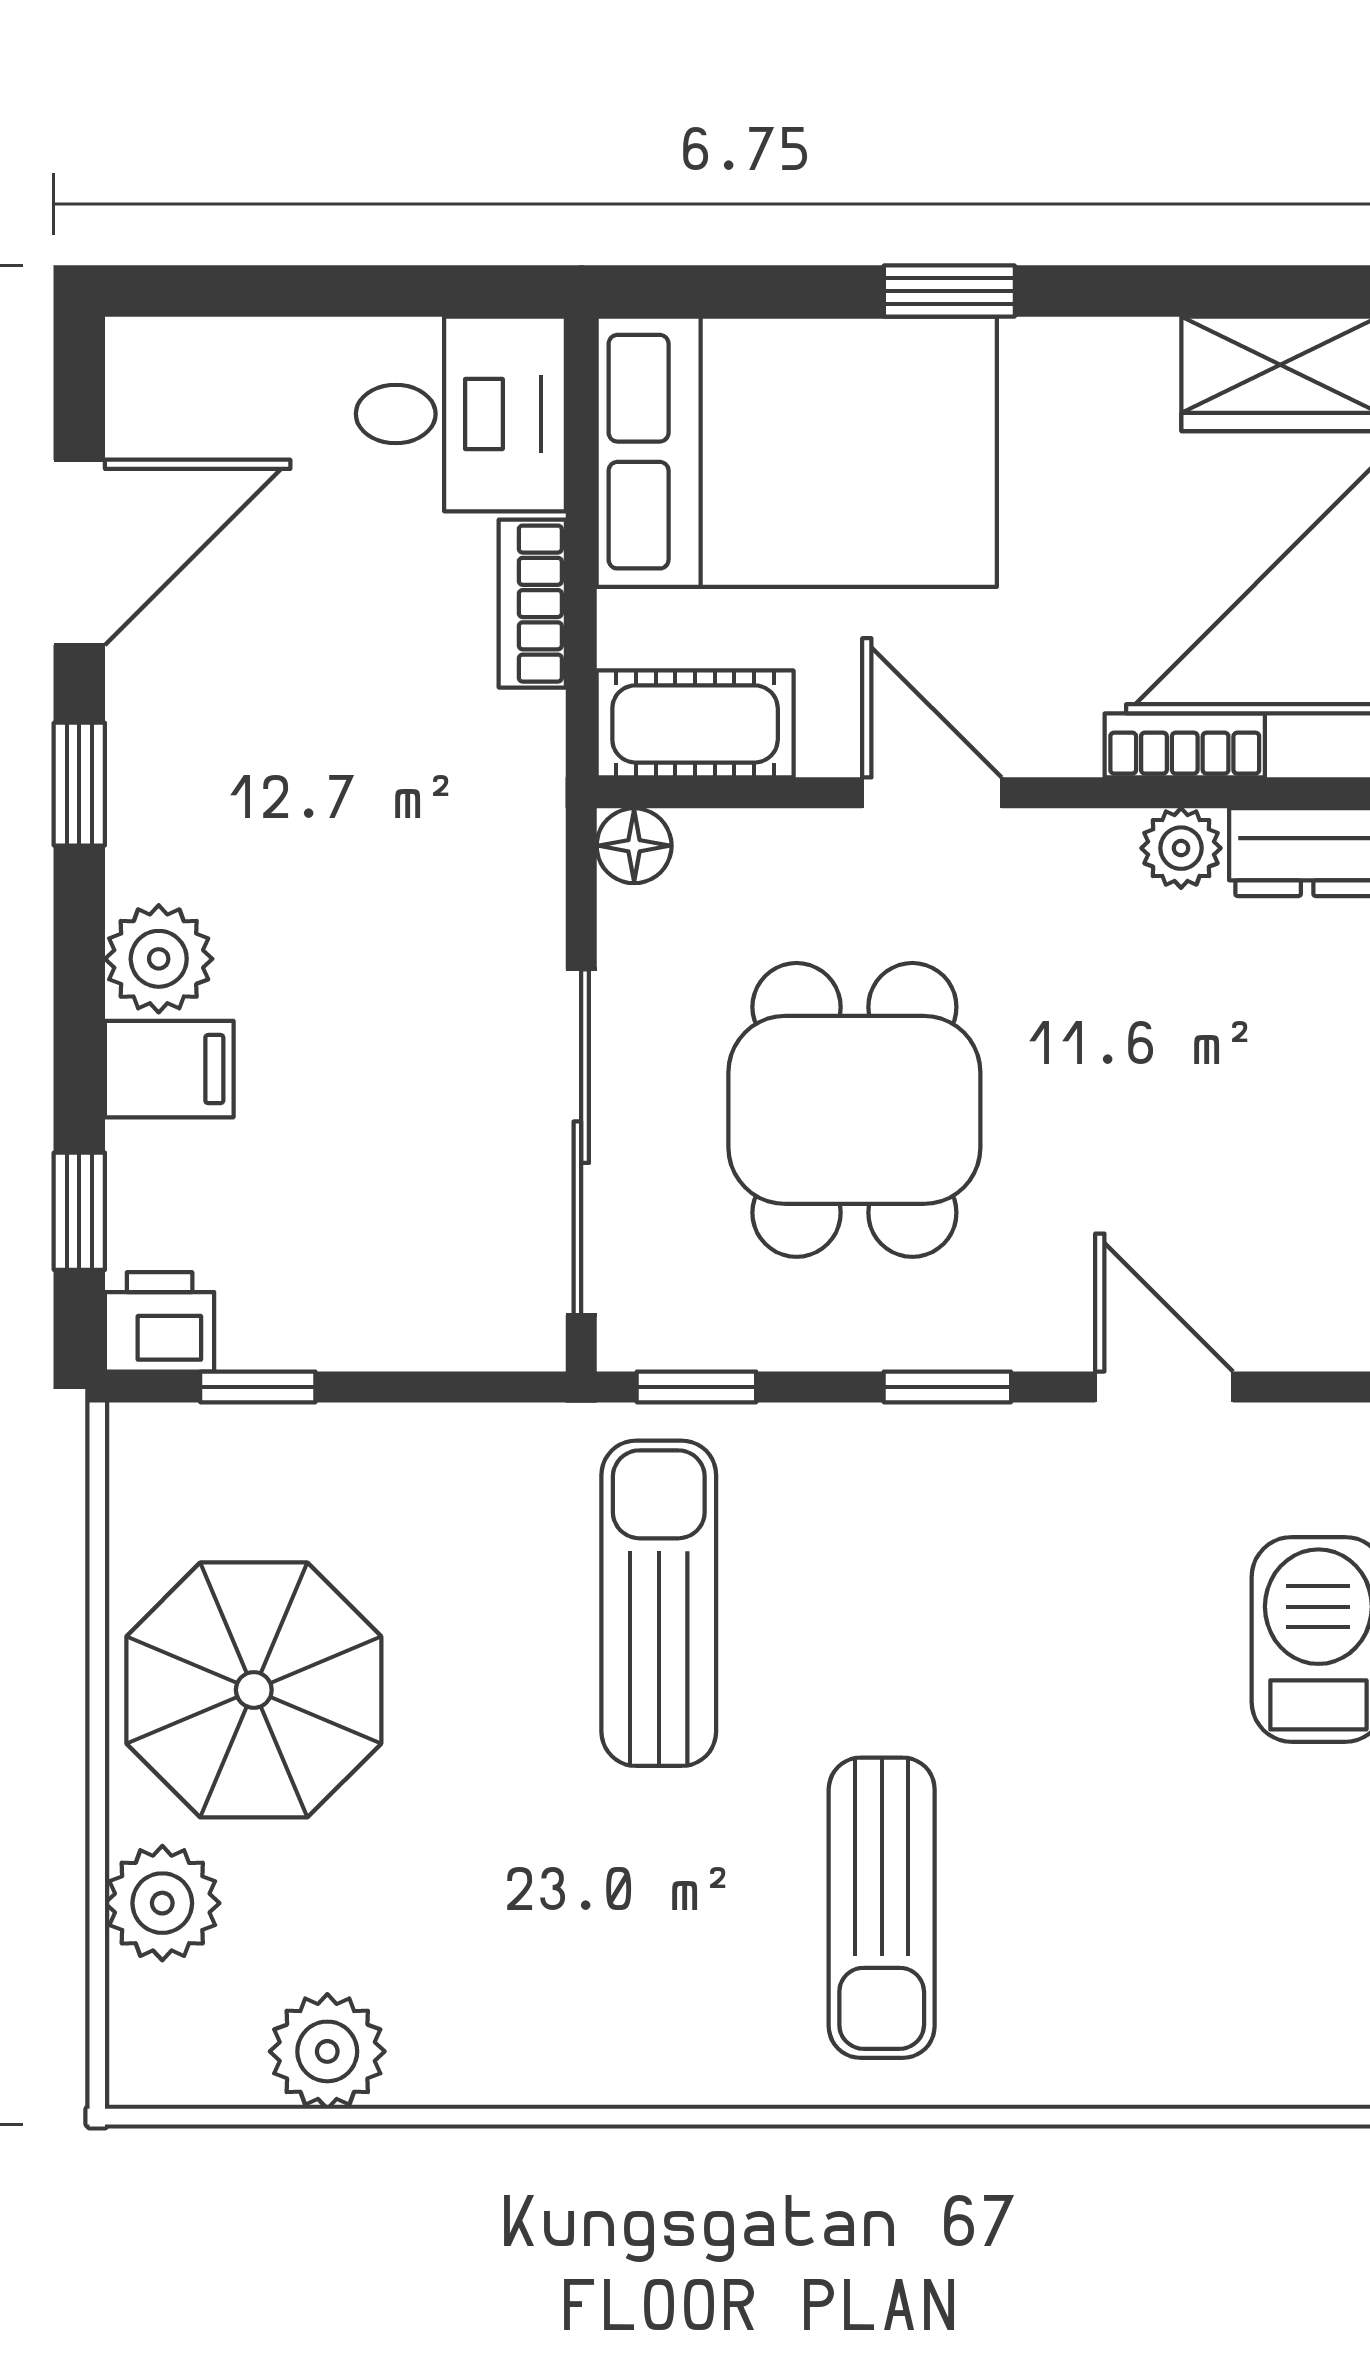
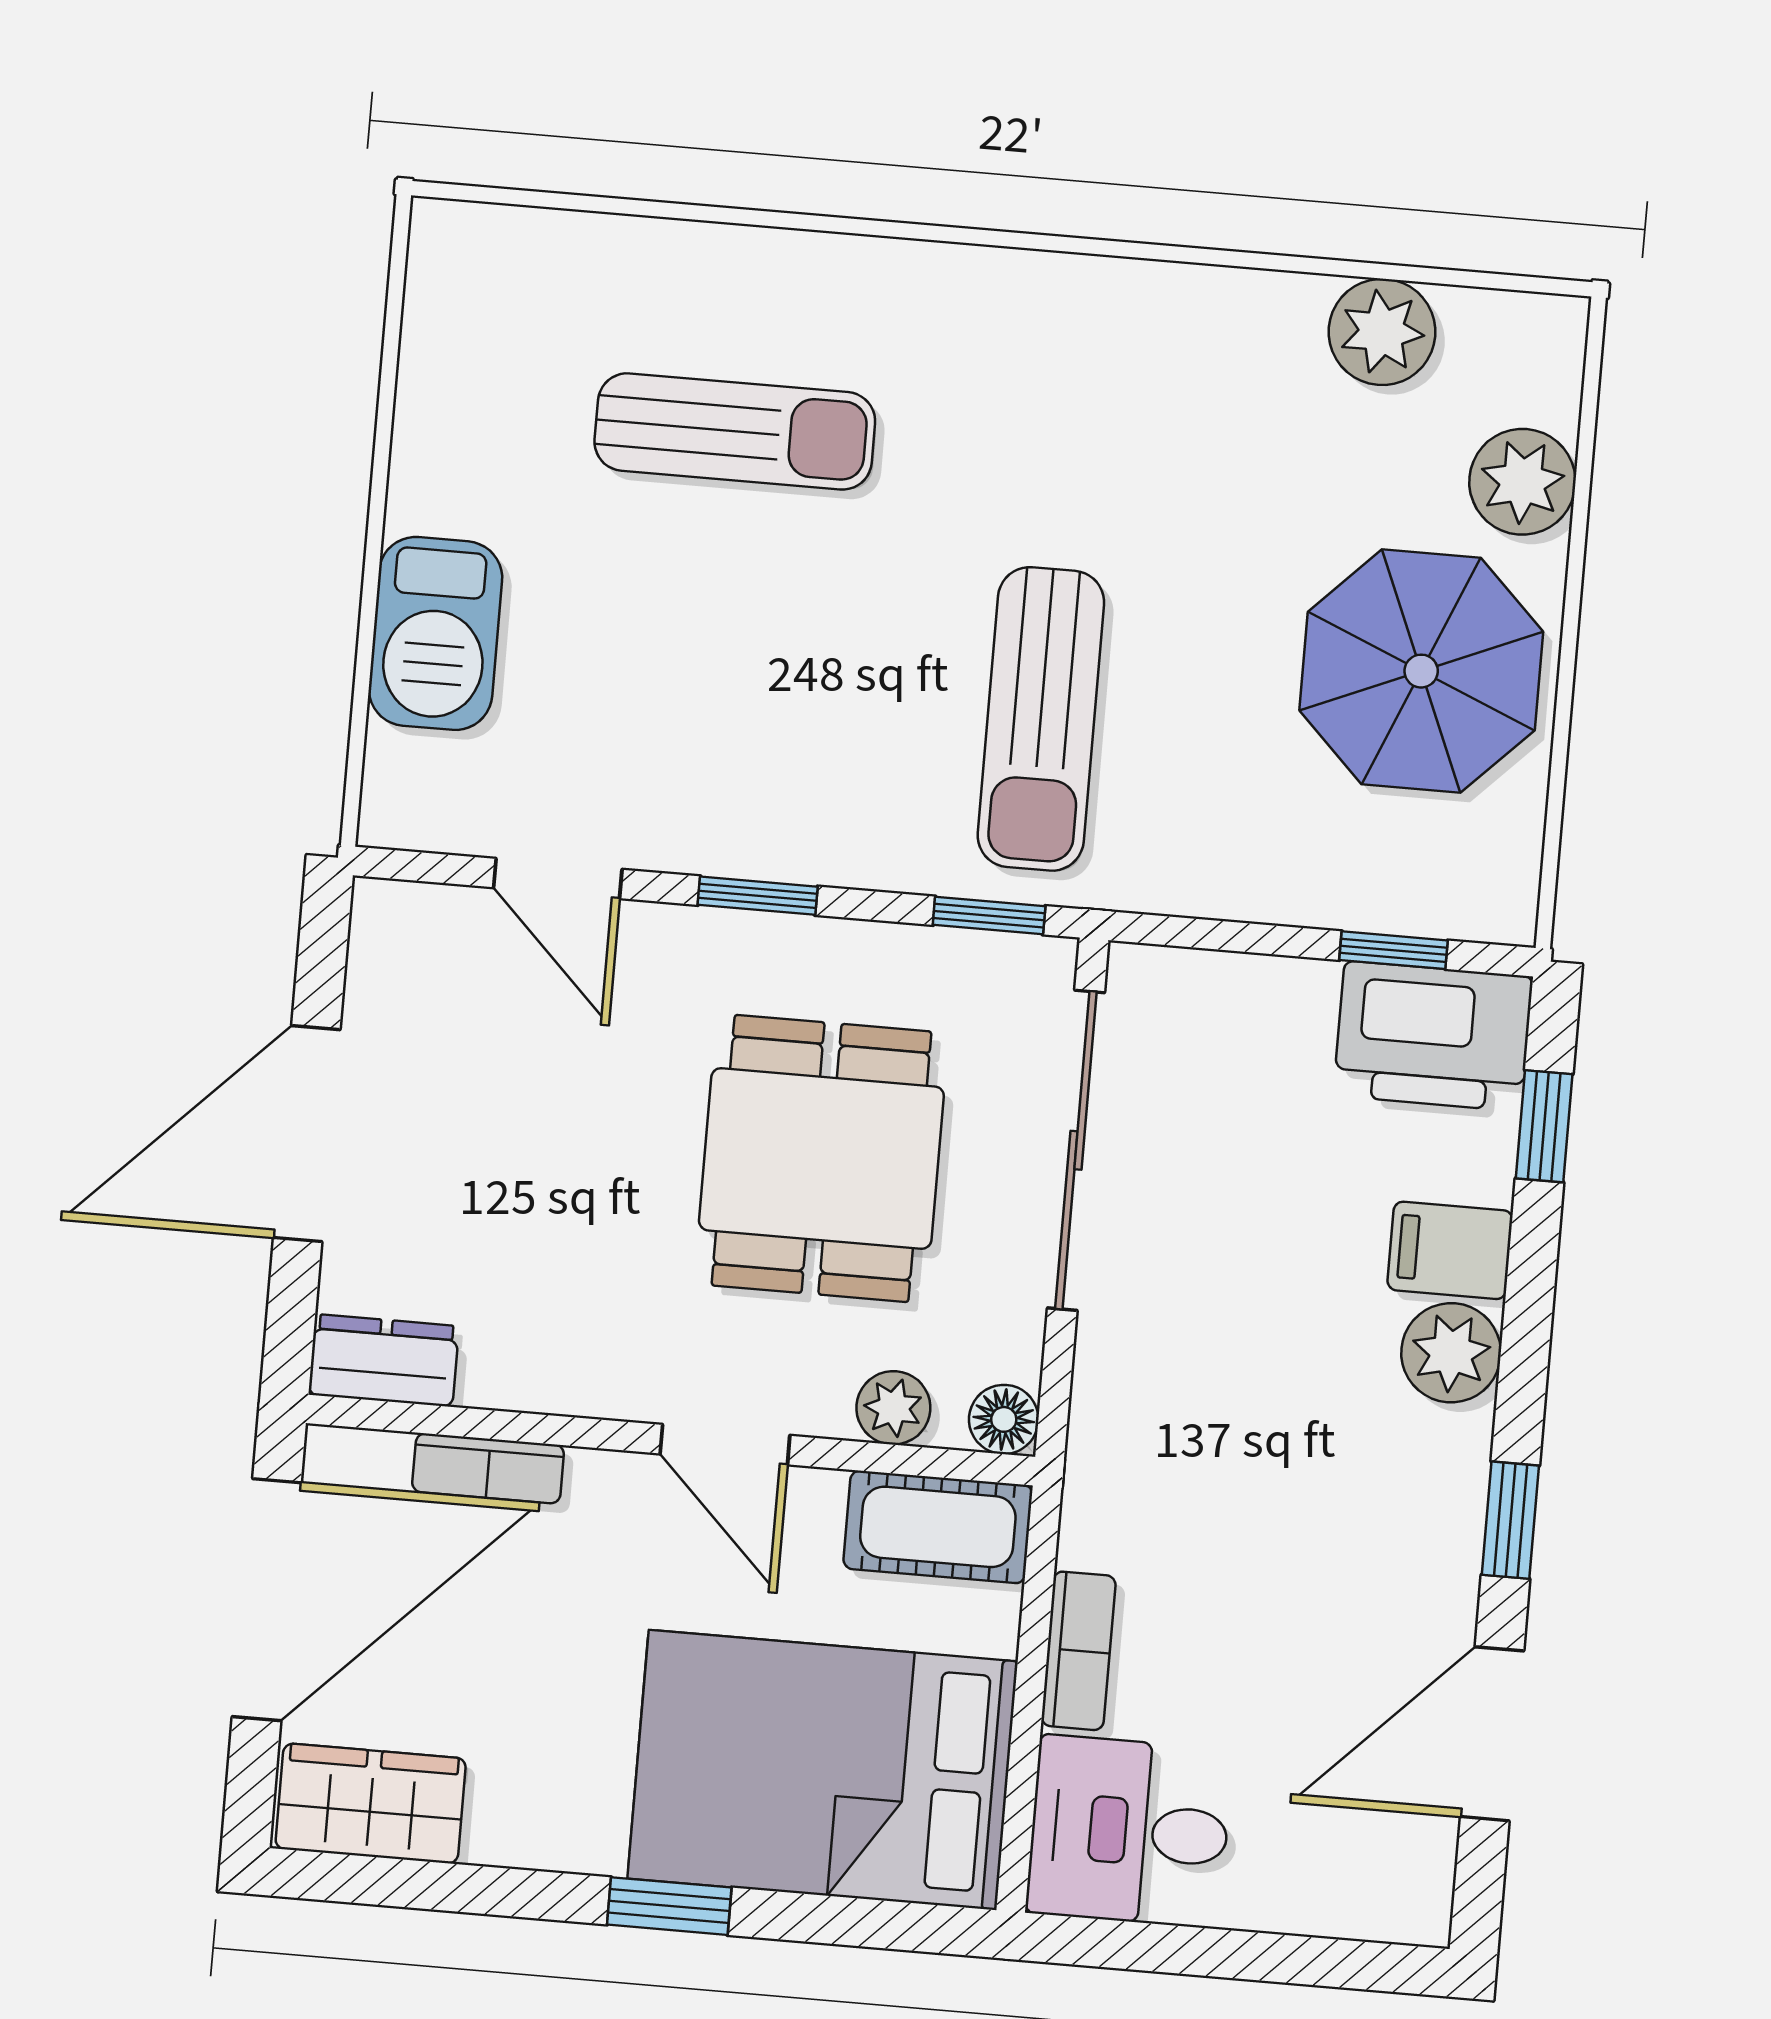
plant: (1181, 848) -> (893, 1408), moved
printer: (160, 1322) -> (1433, 1036), width x1.87, depth x1.48
sun lounger: (882, 1908) -> (735, 431), moved, turned 90

